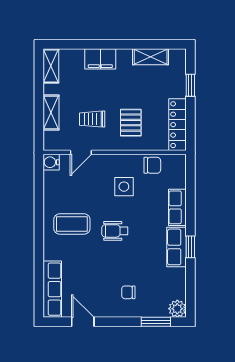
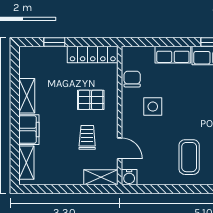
shelving: (151, 57) -> (27, 96), moved
shelving: (51, 66) -> (26, 163), moved, turned 90
shelving: (51, 112) -> (101, 177), moved
trolley: (92, 119) -> (87, 137), turned 180
wheelchair: (115, 231) -> (196, 115), removed

